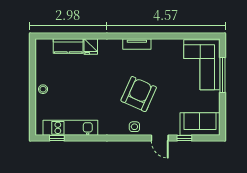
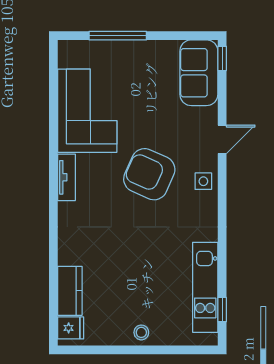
fridge: (91, 46) -> (71, 328), moved
corner sofa: (202, 65) -> (87, 111), moved, turned -90
window: (184, 138) -> (222, 58), moved

